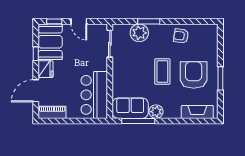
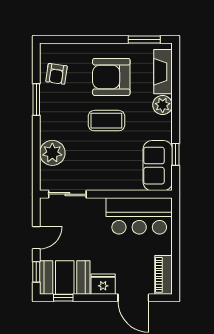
window: (149, 21) -> (36, 100), moved
armchair: (181, 36) -> (57, 74), moved
window: (36, 54) -> (63, 298), moved
window: (220, 78) -> (144, 39), moved
plant: (156, 112) -> (163, 105), moved
window: (138, 121) -> (176, 154), width x0.46

